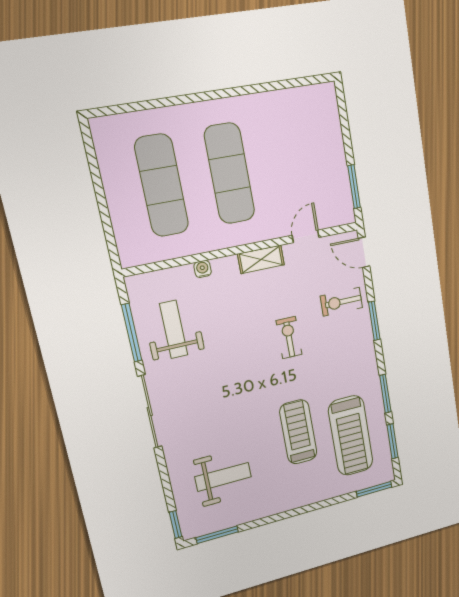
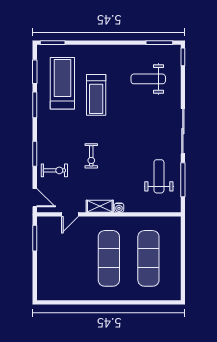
water cooler: (203, 269) -> (119, 208), moved
weight bench: (174, 329) -> (159, 176), turned 180

